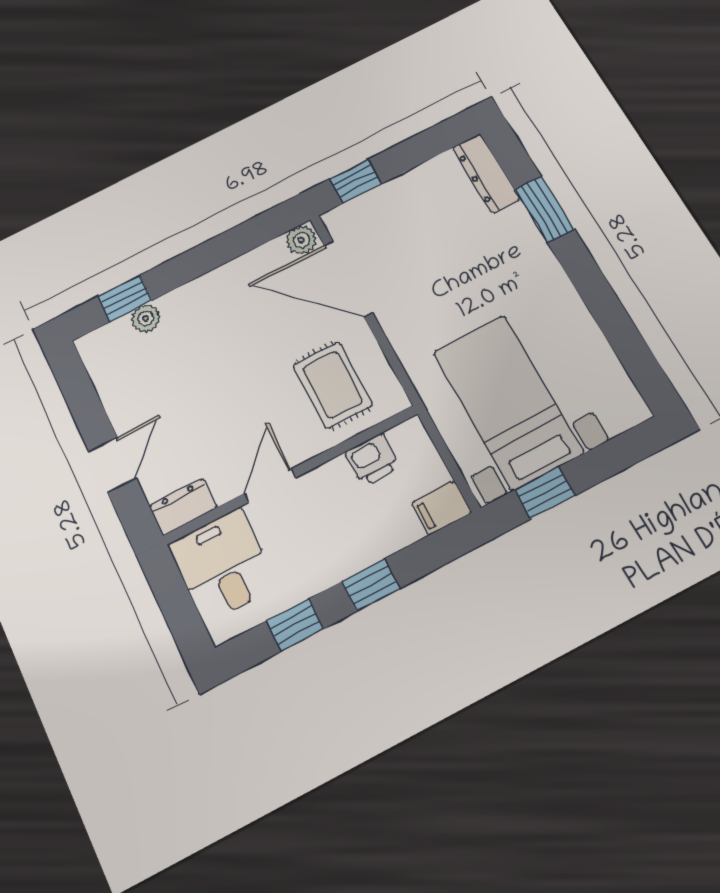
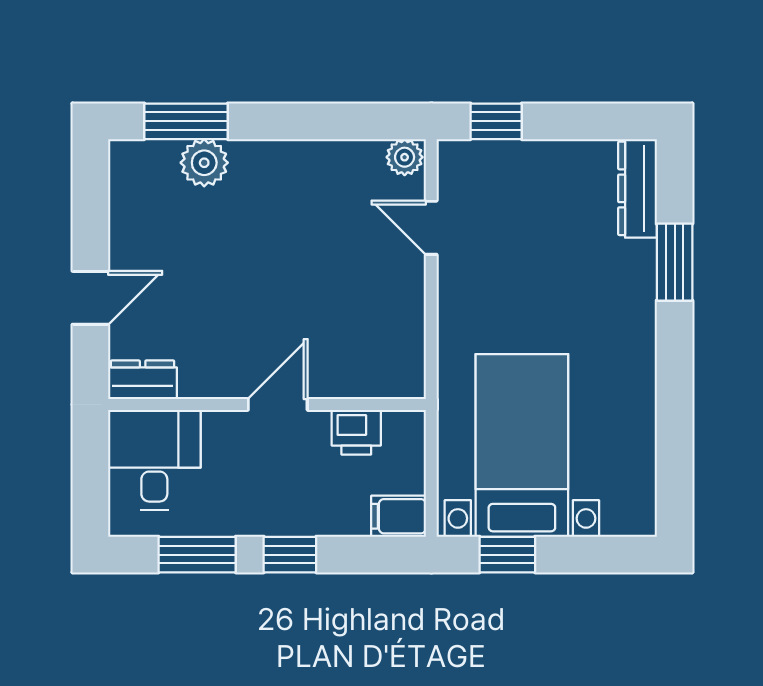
door: (348, 279) -> (431, 228), width x0.53
window: (125, 298) -> (186, 121), width x1.50
plant: (146, 318) -> (204, 163), width x1.38, depth x1.38
rug: (333, 385) -> (356, 334), removed
door: (270, 486) -> (278, 404), moved
window: (295, 625) -> (197, 555), width x1.50

